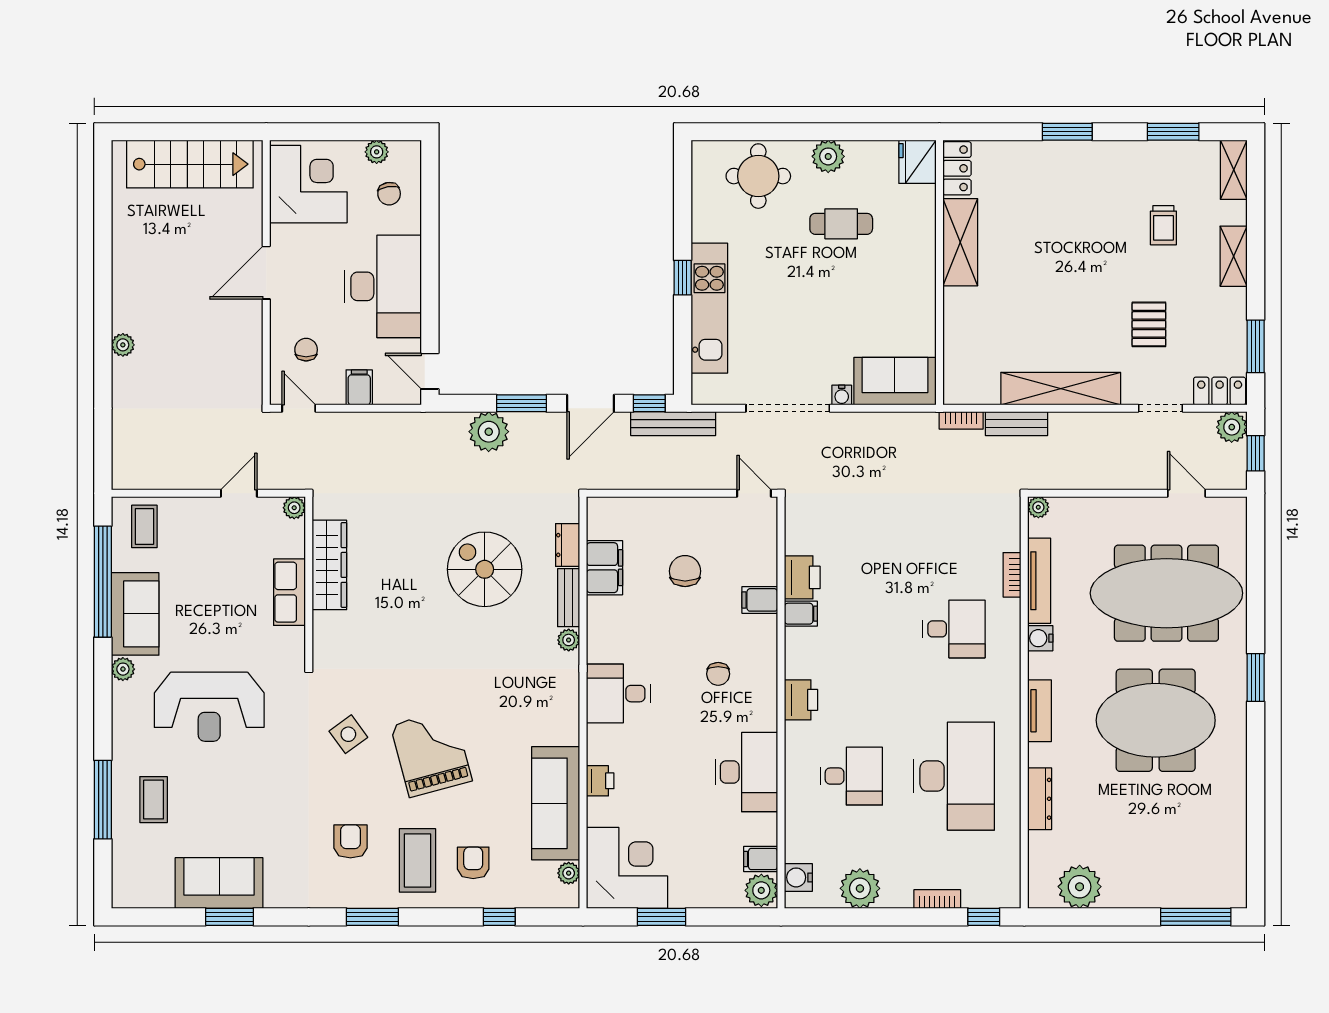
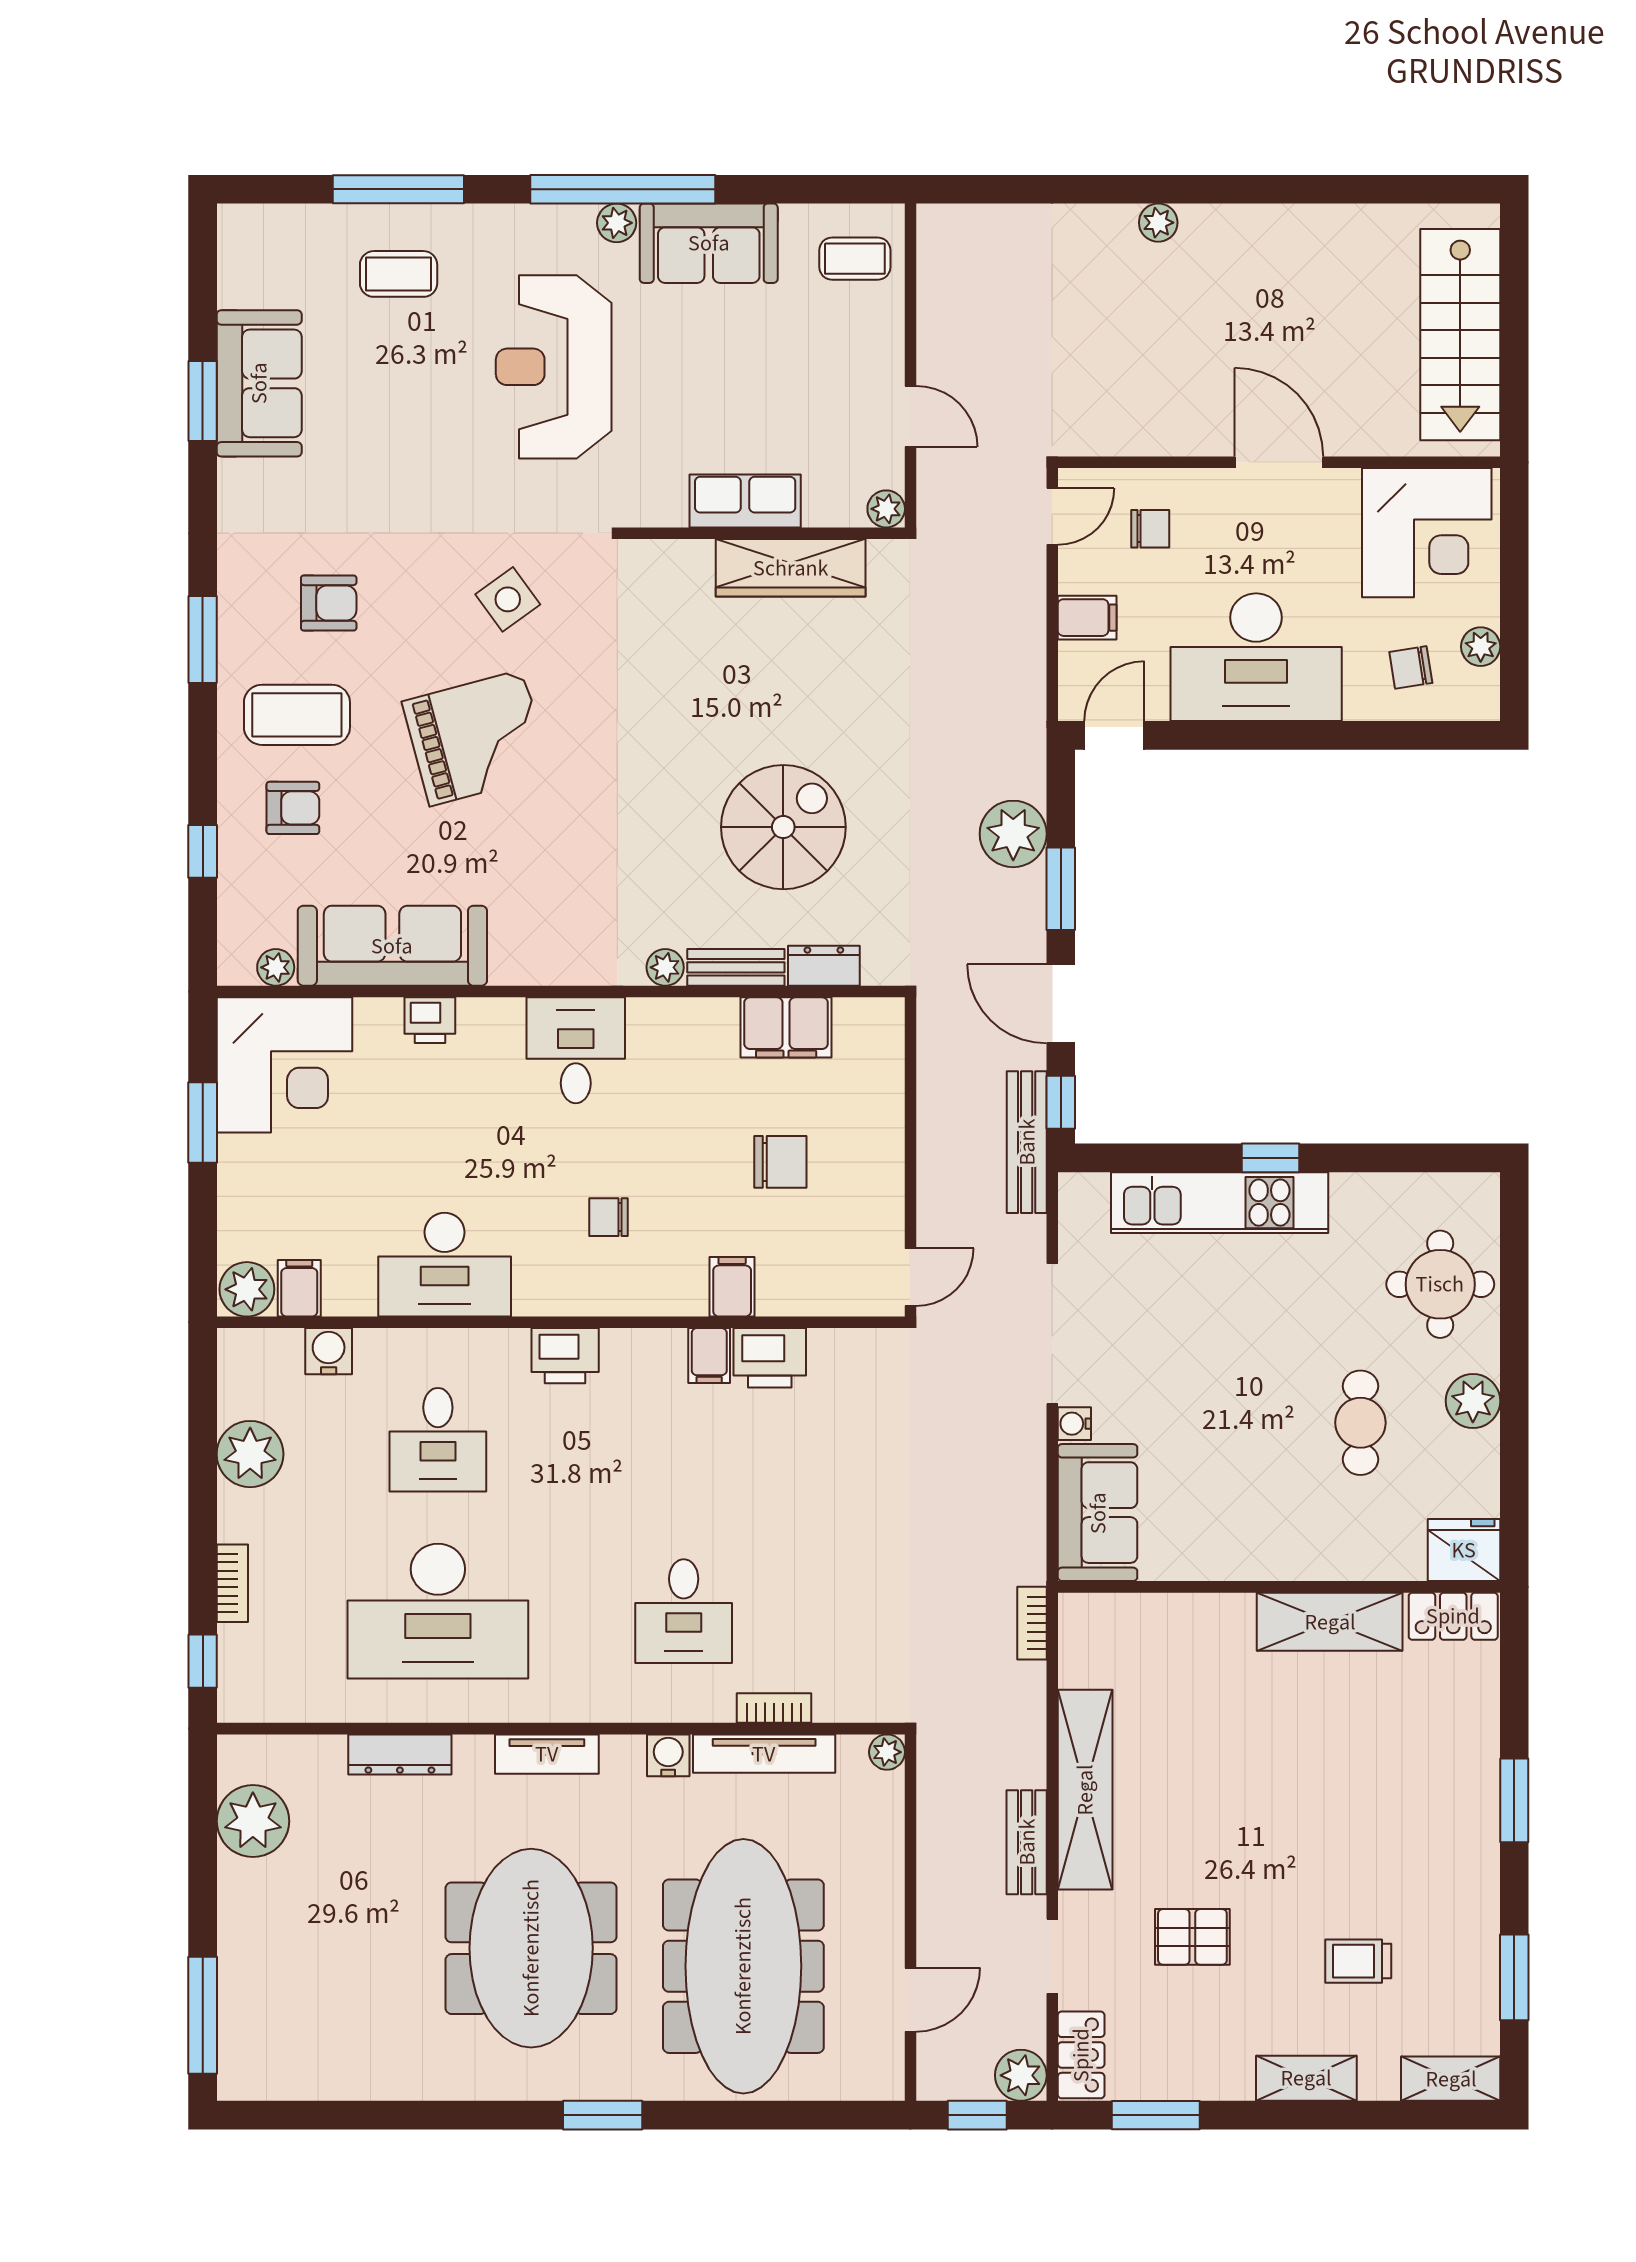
bench: (1017, 424) -> (1027, 1842), moved
window: (103, 582) -> (623, 189), moved
water cooler: (798, 877) -> (329, 1351), moved

